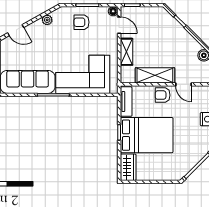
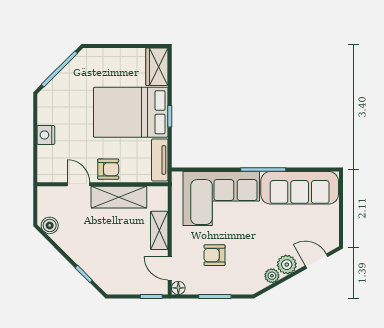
armchair: (82, 22) -> (214, 255), moved, turned 180
plant: (37, 28) -> (287, 265), added

